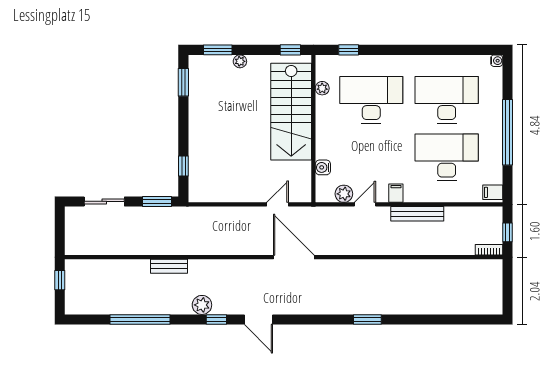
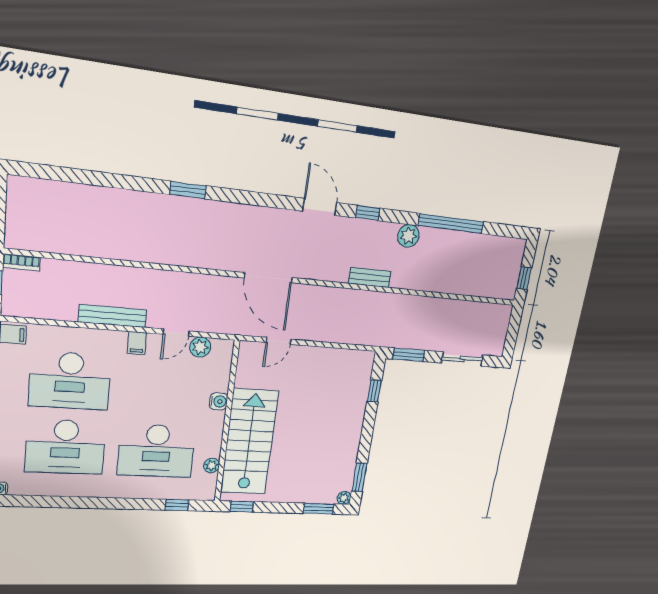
plant: (240, 61) -> (344, 498), moved
water cooler: (323, 167) -> (218, 401), moved
bench: (169, 266) -> (370, 277), moved
plant: (202, 305) -> (408, 236), moved

